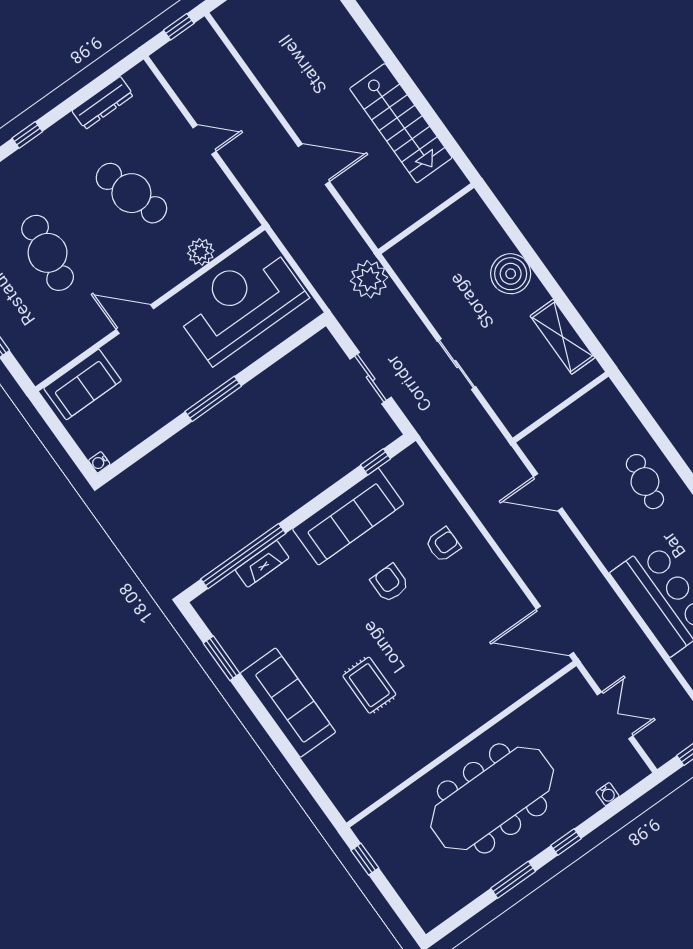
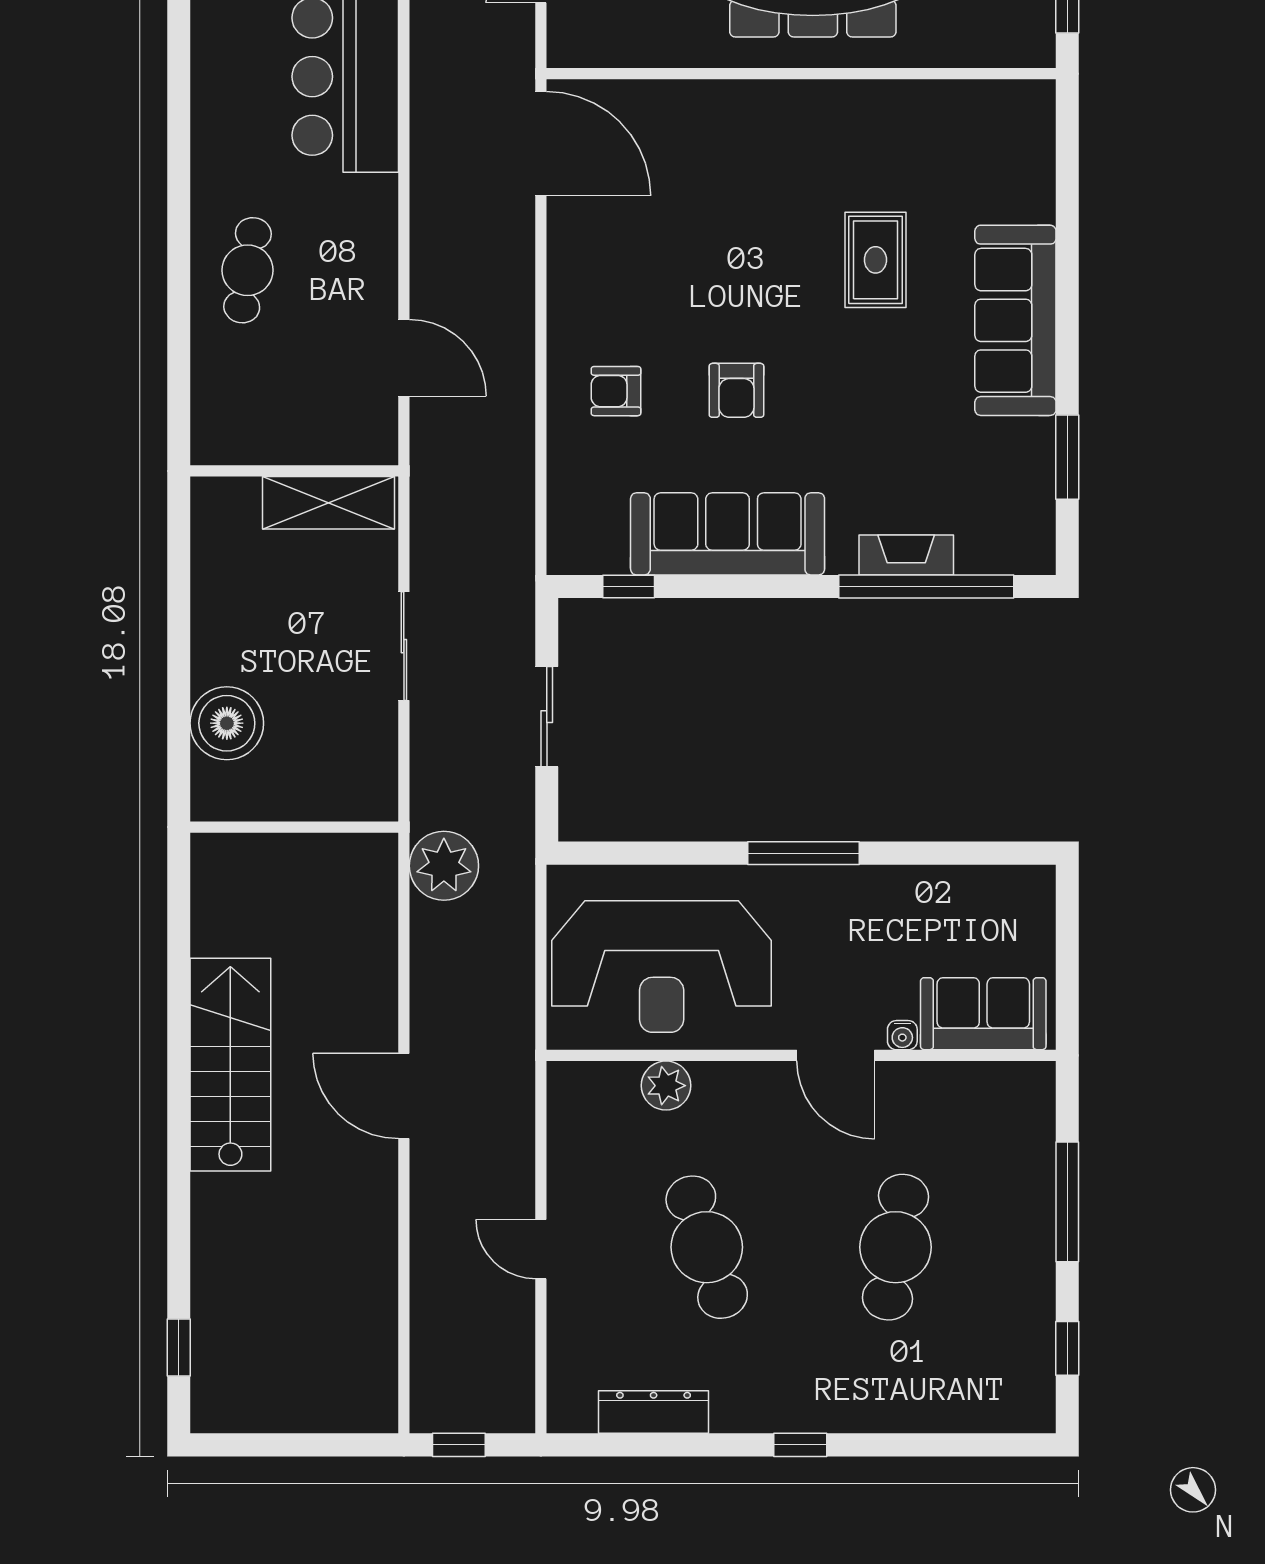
wall: (426, 219) -> (294, 827), moved
shelving: (563, 337) -> (328, 503), moved, turned 90
water cooler: (99, 462) -> (902, 1035), moved, turned 90

